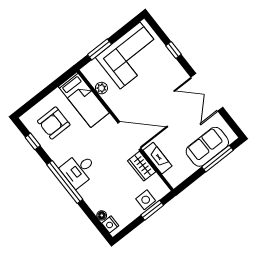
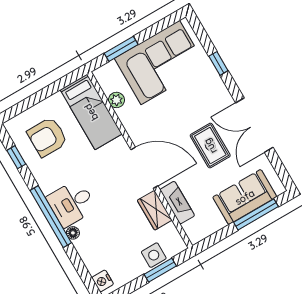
rug: (176, 112) -> (210, 146), added
floor lamp: (102, 215) -> (73, 233), moved

